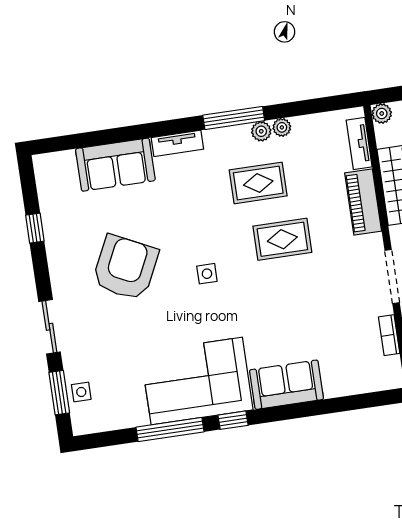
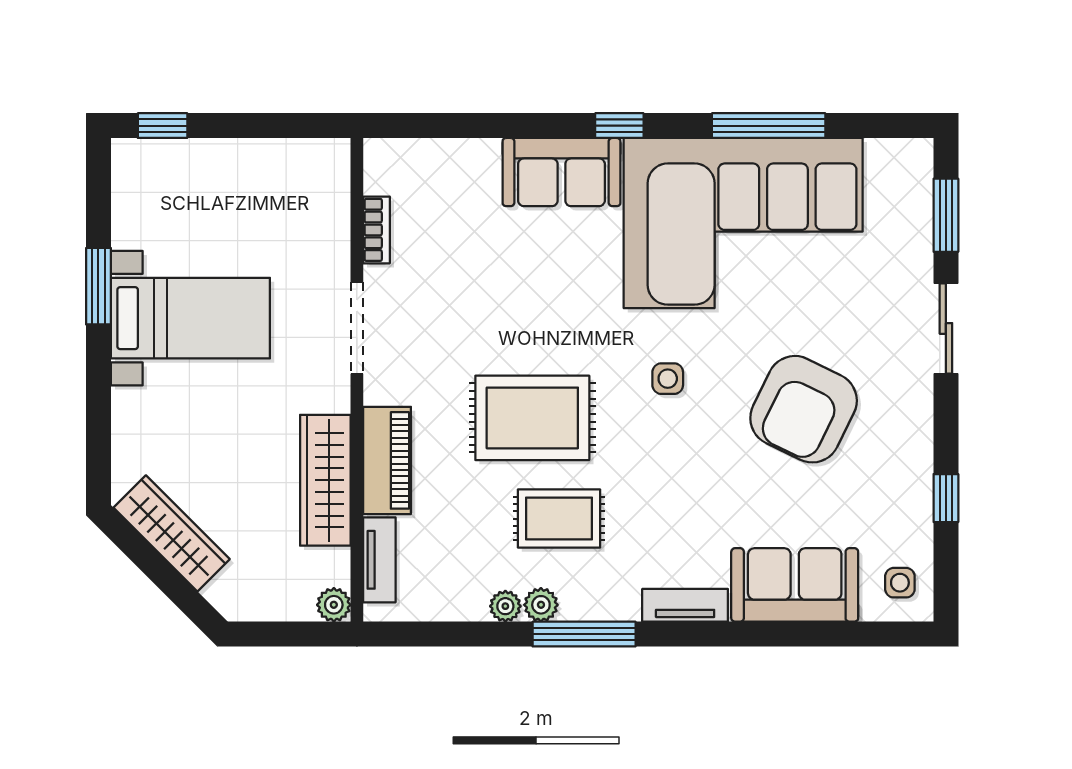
rug: (282, 239) -> (532, 418), width x1.36, depth x1.43
corner sofa: (197, 381) -> (743, 223), width x1.36, depth x1.36
side table: (81, 392) -> (900, 583), moved
window: (233, 420) -> (619, 126), moved

